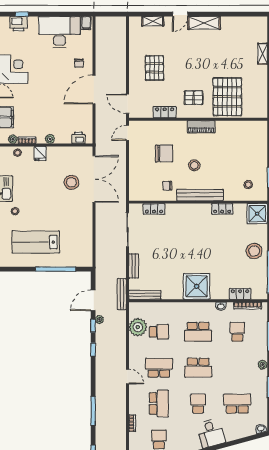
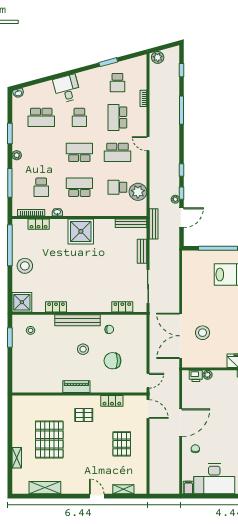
door: (180, 14) -> (97, 496), hinge flipped
shelving: (204, 23) -> (45, 488), moved
pallet: (227, 97) -> (49, 439), moved
plant: (50, 139) -> (207, 375), moved

